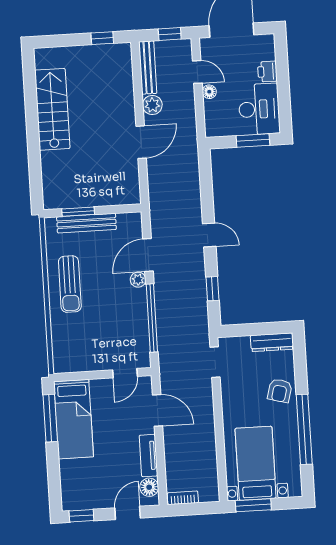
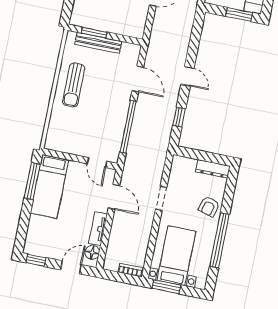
door: (148, 255) -> (138, 79), swing flipped
plant: (138, 280) -> (125, 95), removed
doorway: (215, 362) -> (161, 198), moved
door: (125, 373) -> (97, 163), hinge flipped
bookcase: (183, 498) -> (130, 270), moved

